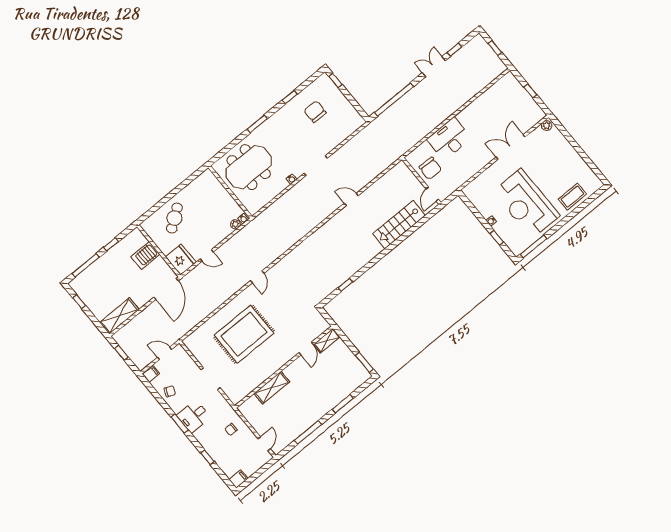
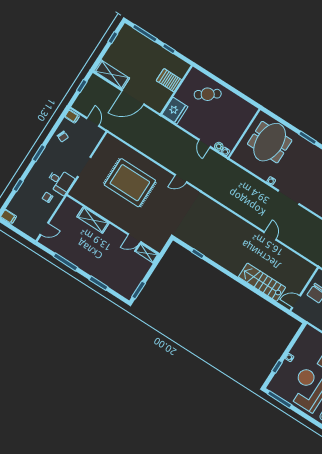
meeting table: (249, 167) -> (270, 142), turned 90
door: (207, 256) -> (205, 143), moved
door: (166, 289) -> (133, 97), moved
desk: (194, 416) -> (60, 181), moved, turned 180

